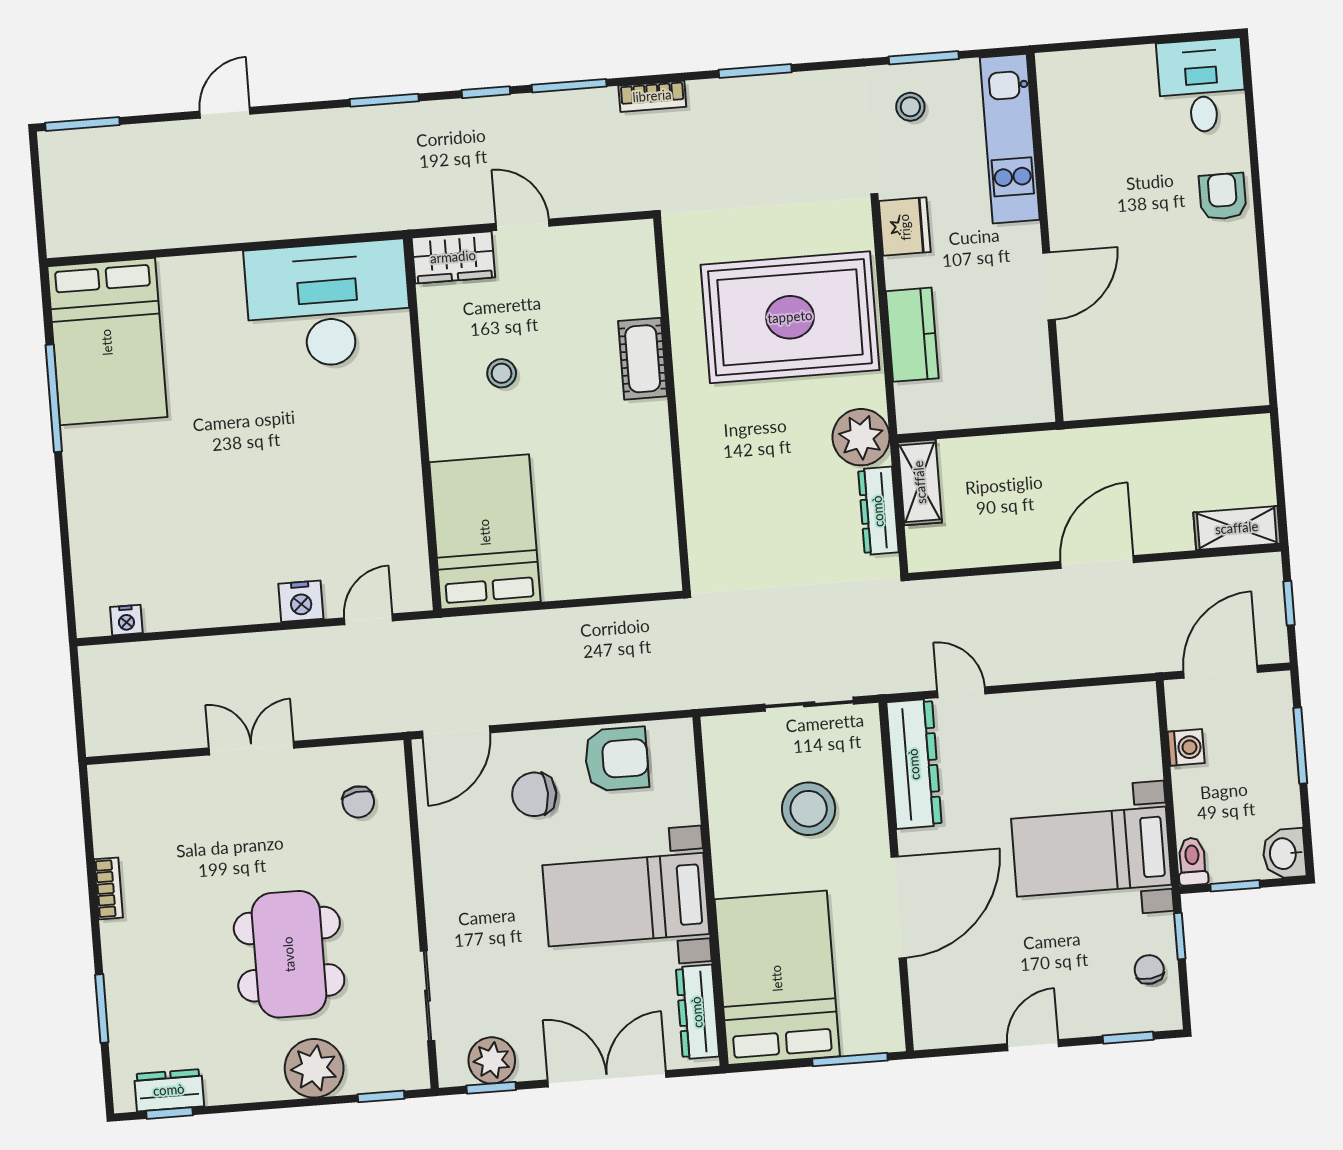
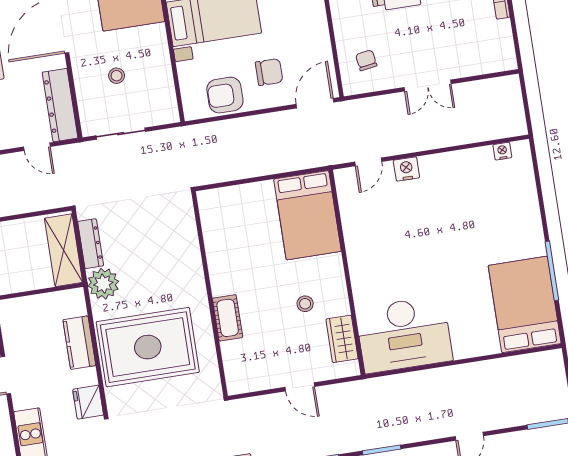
wardrobe: (453, 257) -> (342, 339), moved, turned -90
shelving: (920, 482) -> (64, 250), width x1.50, depth x1.33
stool: (809, 809) -> (117, 76), width x0.53, depth x0.53

